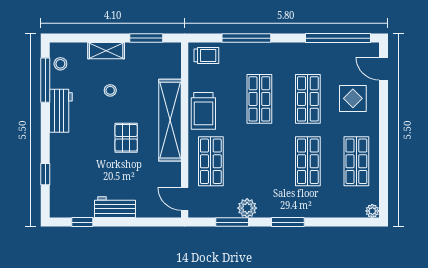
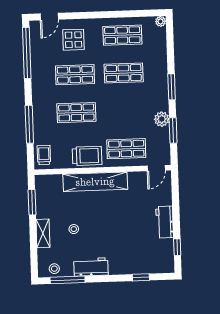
pallet: (126, 138) -> (110, 215), removed

